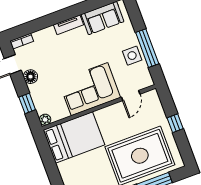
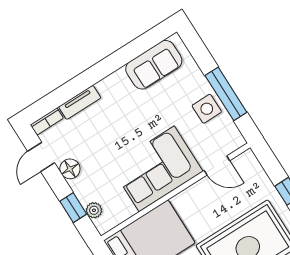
tv unit: (68, 25) -> (80, 102), moved
door: (131, 96) -> (217, 166), hinge flipped
plant: (45, 120) -> (94, 210), moved

